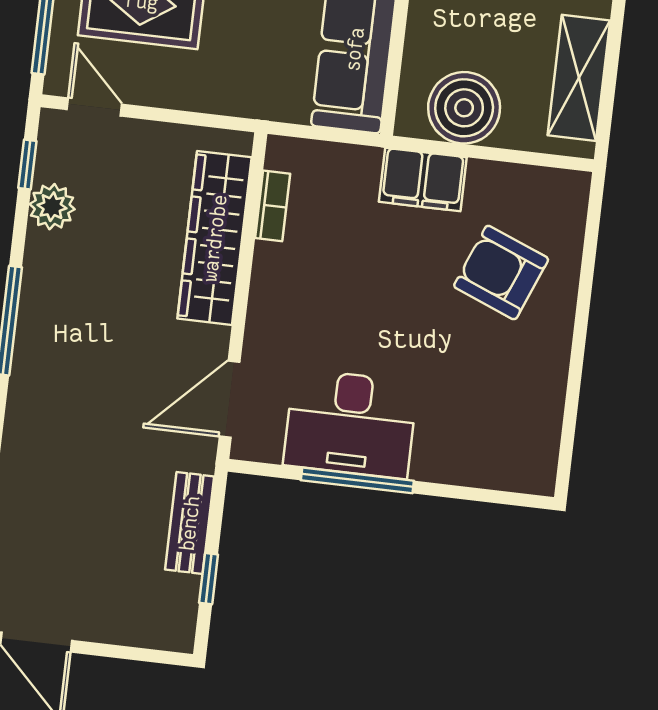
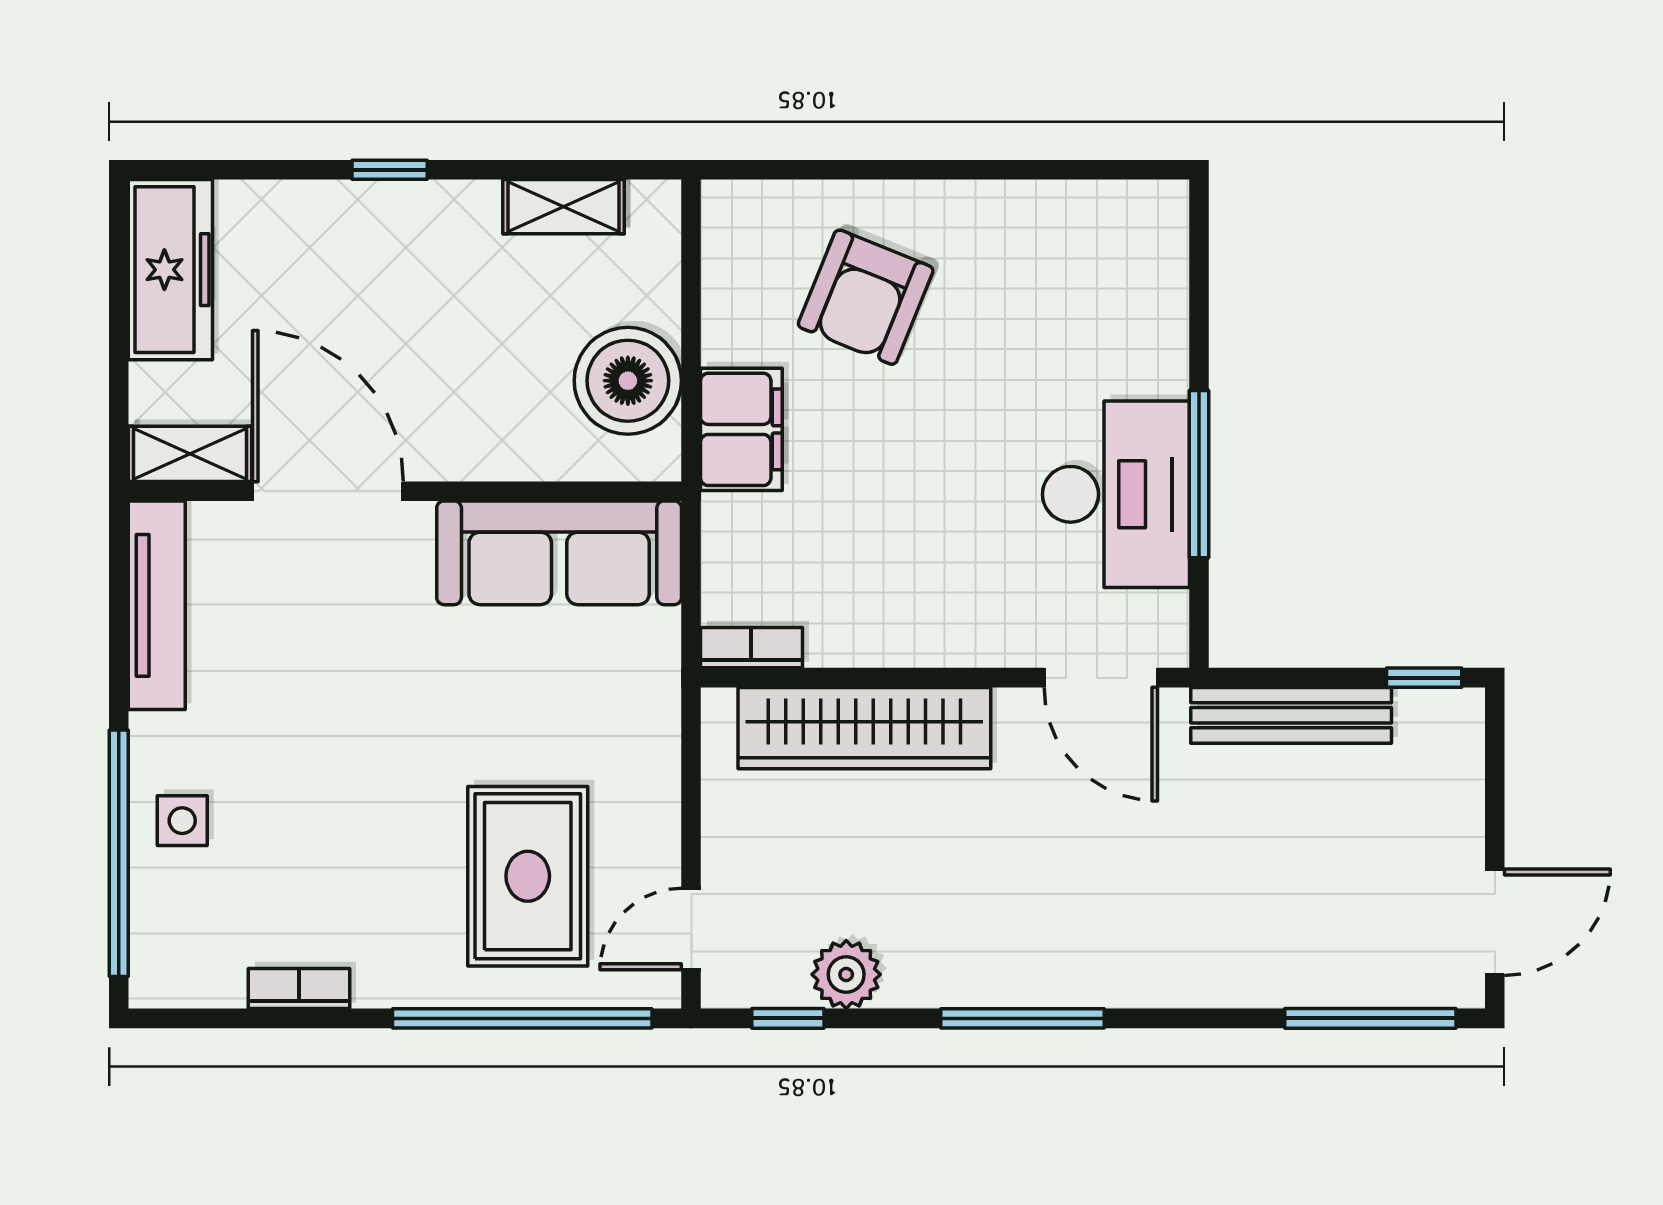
shelving: (579, 78) -> (563, 207), width x0.67, depth x0.75
bookcase: (273, 206) -> (751, 648), moved
bench: (190, 523) -> (1291, 715), width x1.36
window: (209, 579) -> (1424, 678), moved

